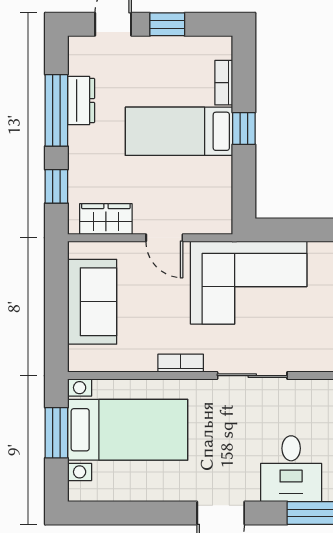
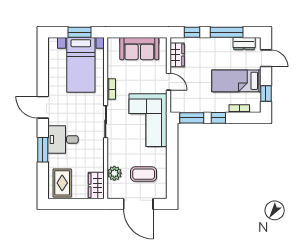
window: (167, 24) -> (266, 94), moved
dresser: (81, 100) -> (244, 44), moved
bed: (179, 131) -> (236, 81), moved, turned -90
window: (244, 187) -> (192, 118), added
door: (164, 238) -> (169, 82), swing flipped

